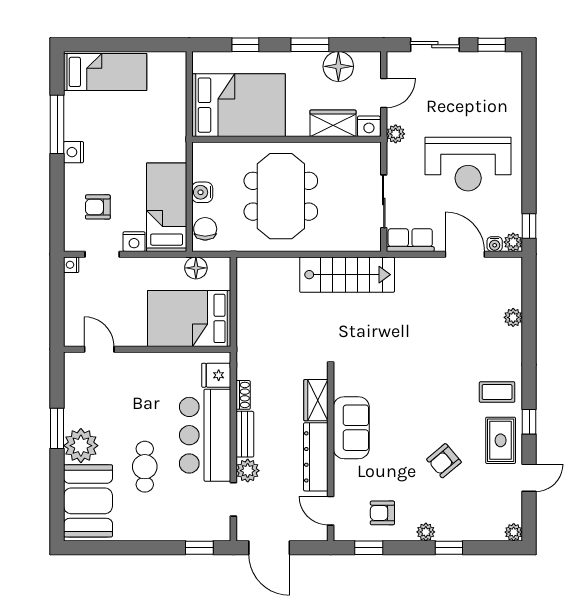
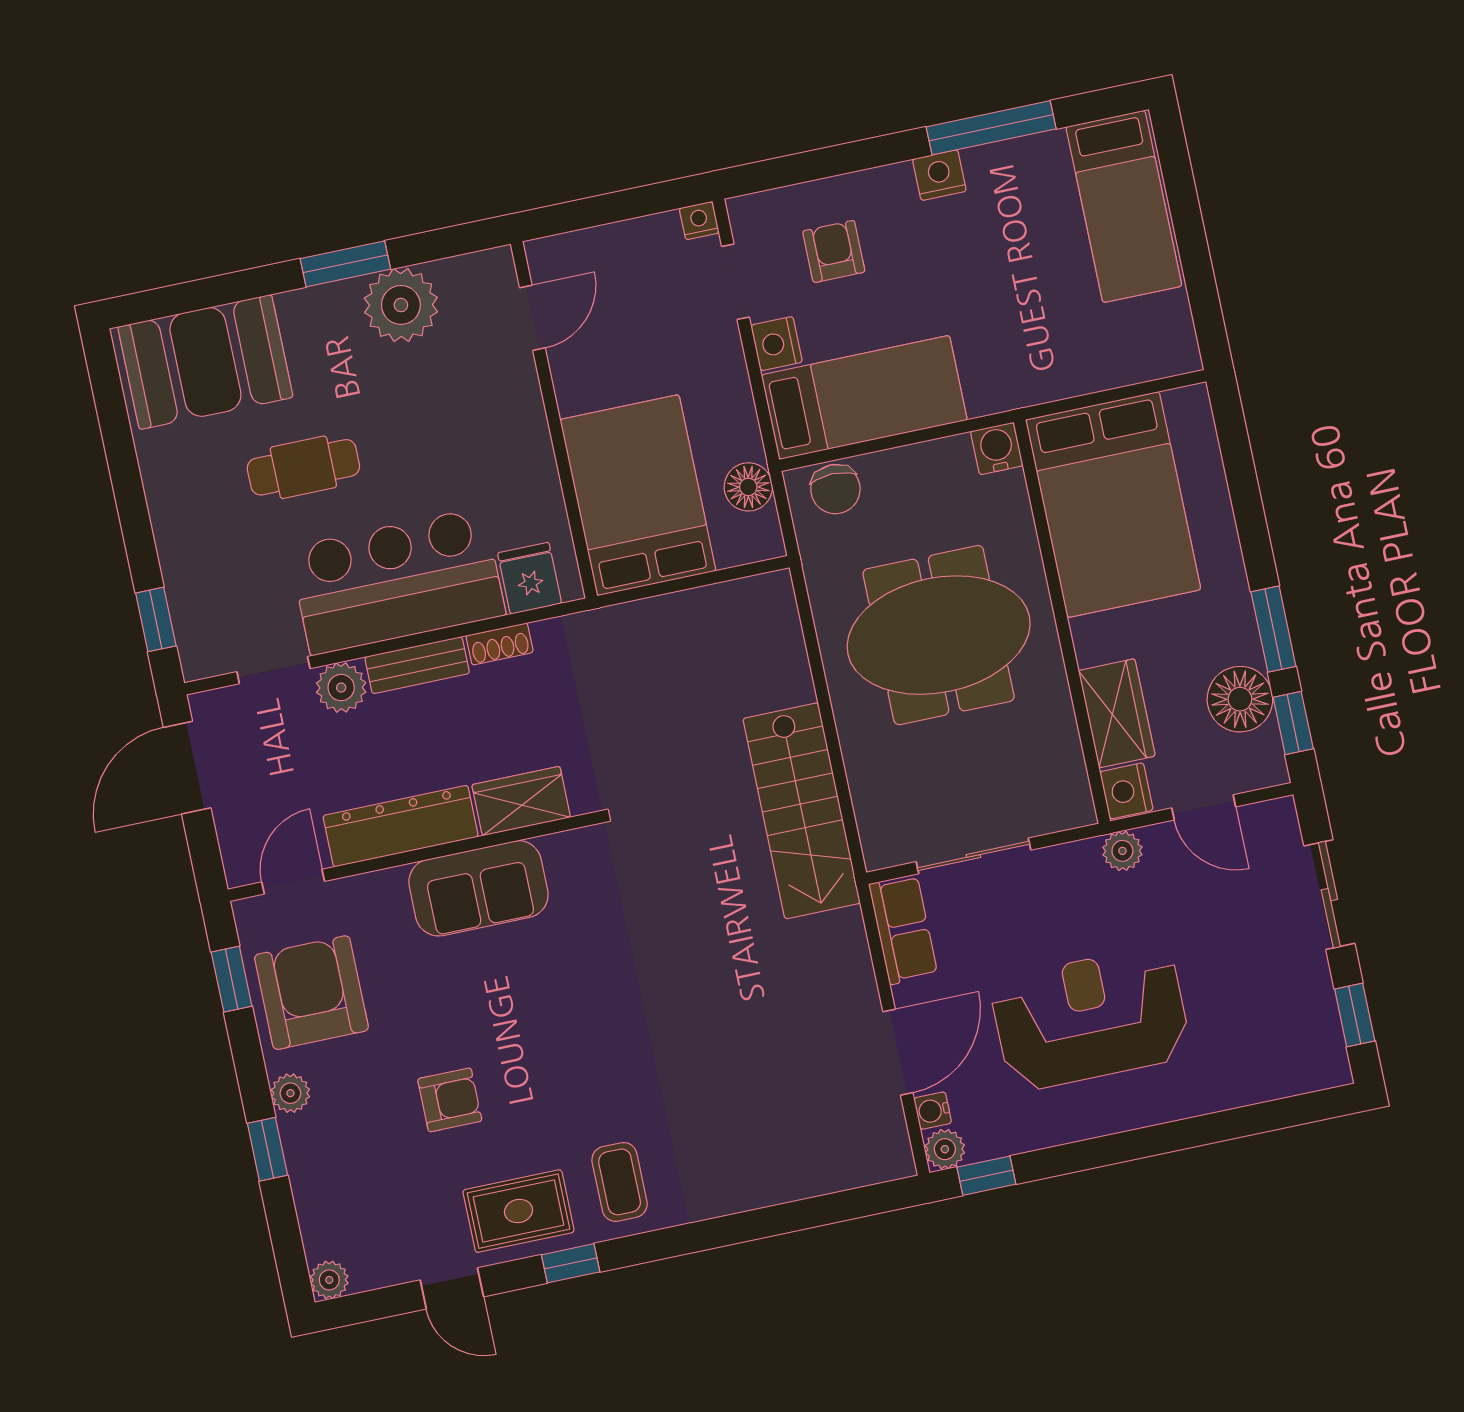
window: (245, 45) -> (1293, 723), moved
reception desk: (468, 164) -> (1090, 1018), turned 90
water cooler: (202, 192) -> (997, 448), moved
chair: (205, 229) -> (835, 489), turned 90
plant: (513, 317) -> (785, 1183), removed
plant: (81, 446) -> (401, 305), moved
armchair: (444, 461) -> (450, 1100), turned 130
armchair: (382, 513) -> (311, 993), width x1.88, depth x1.88

